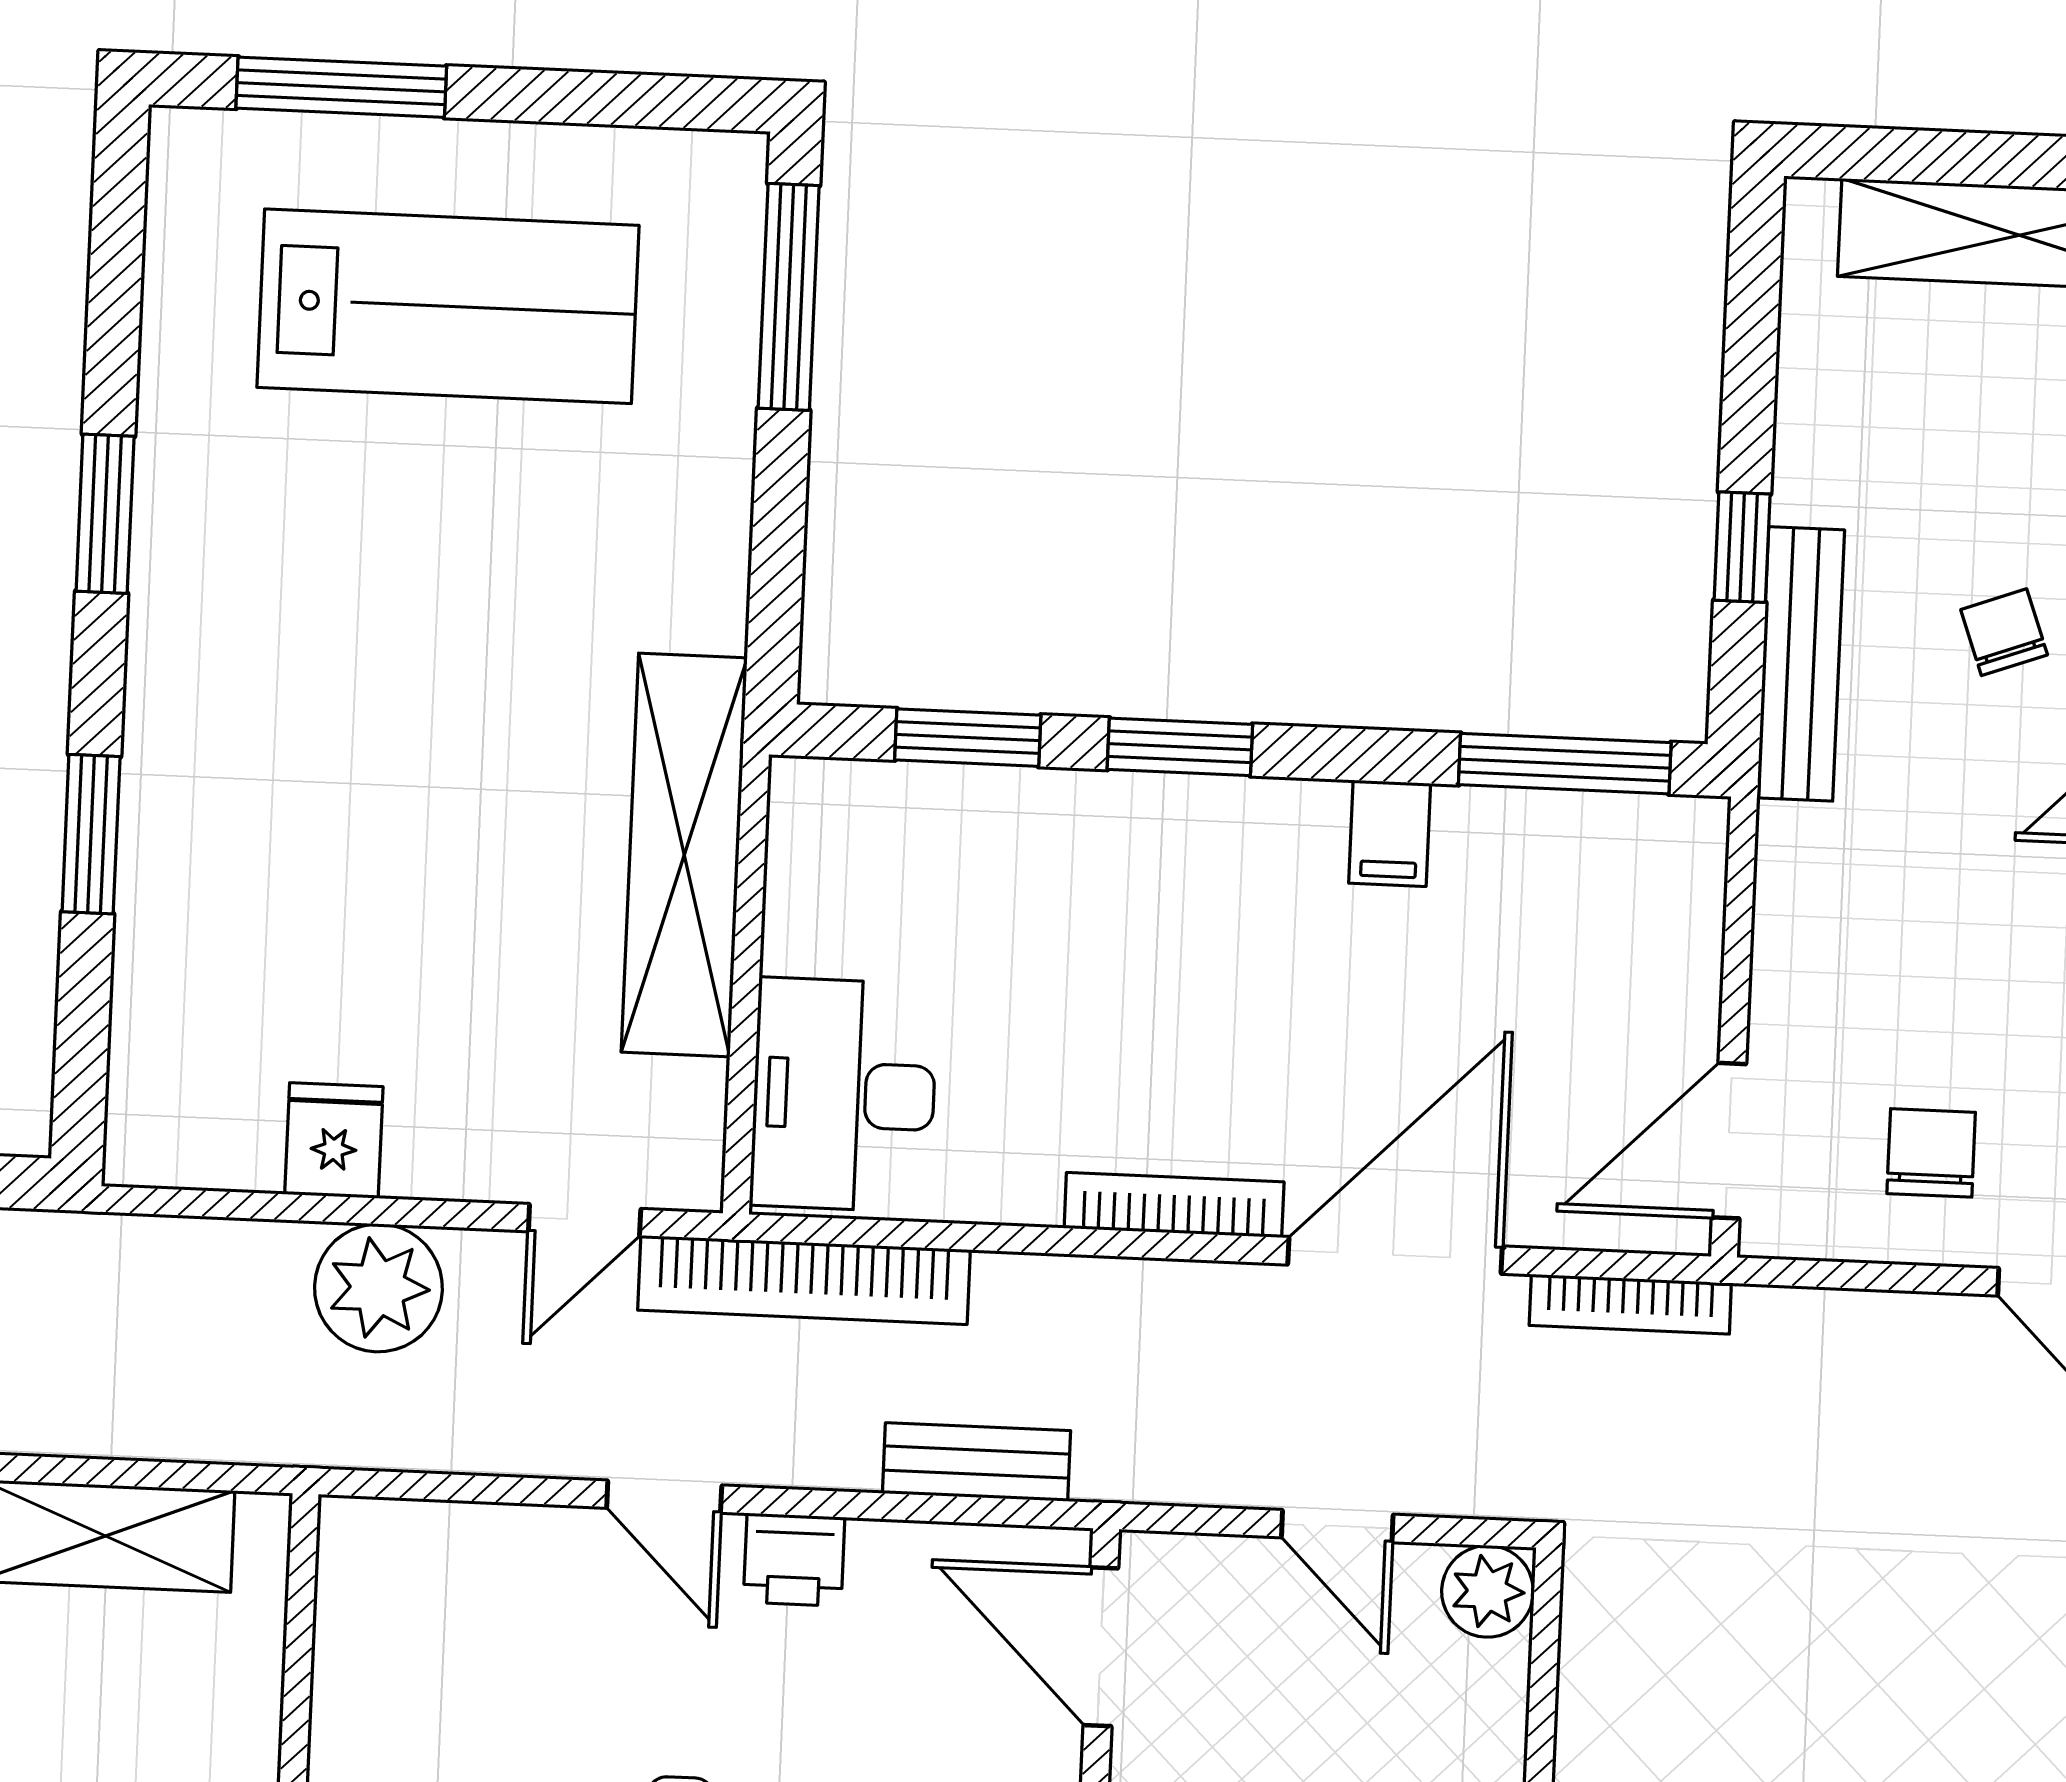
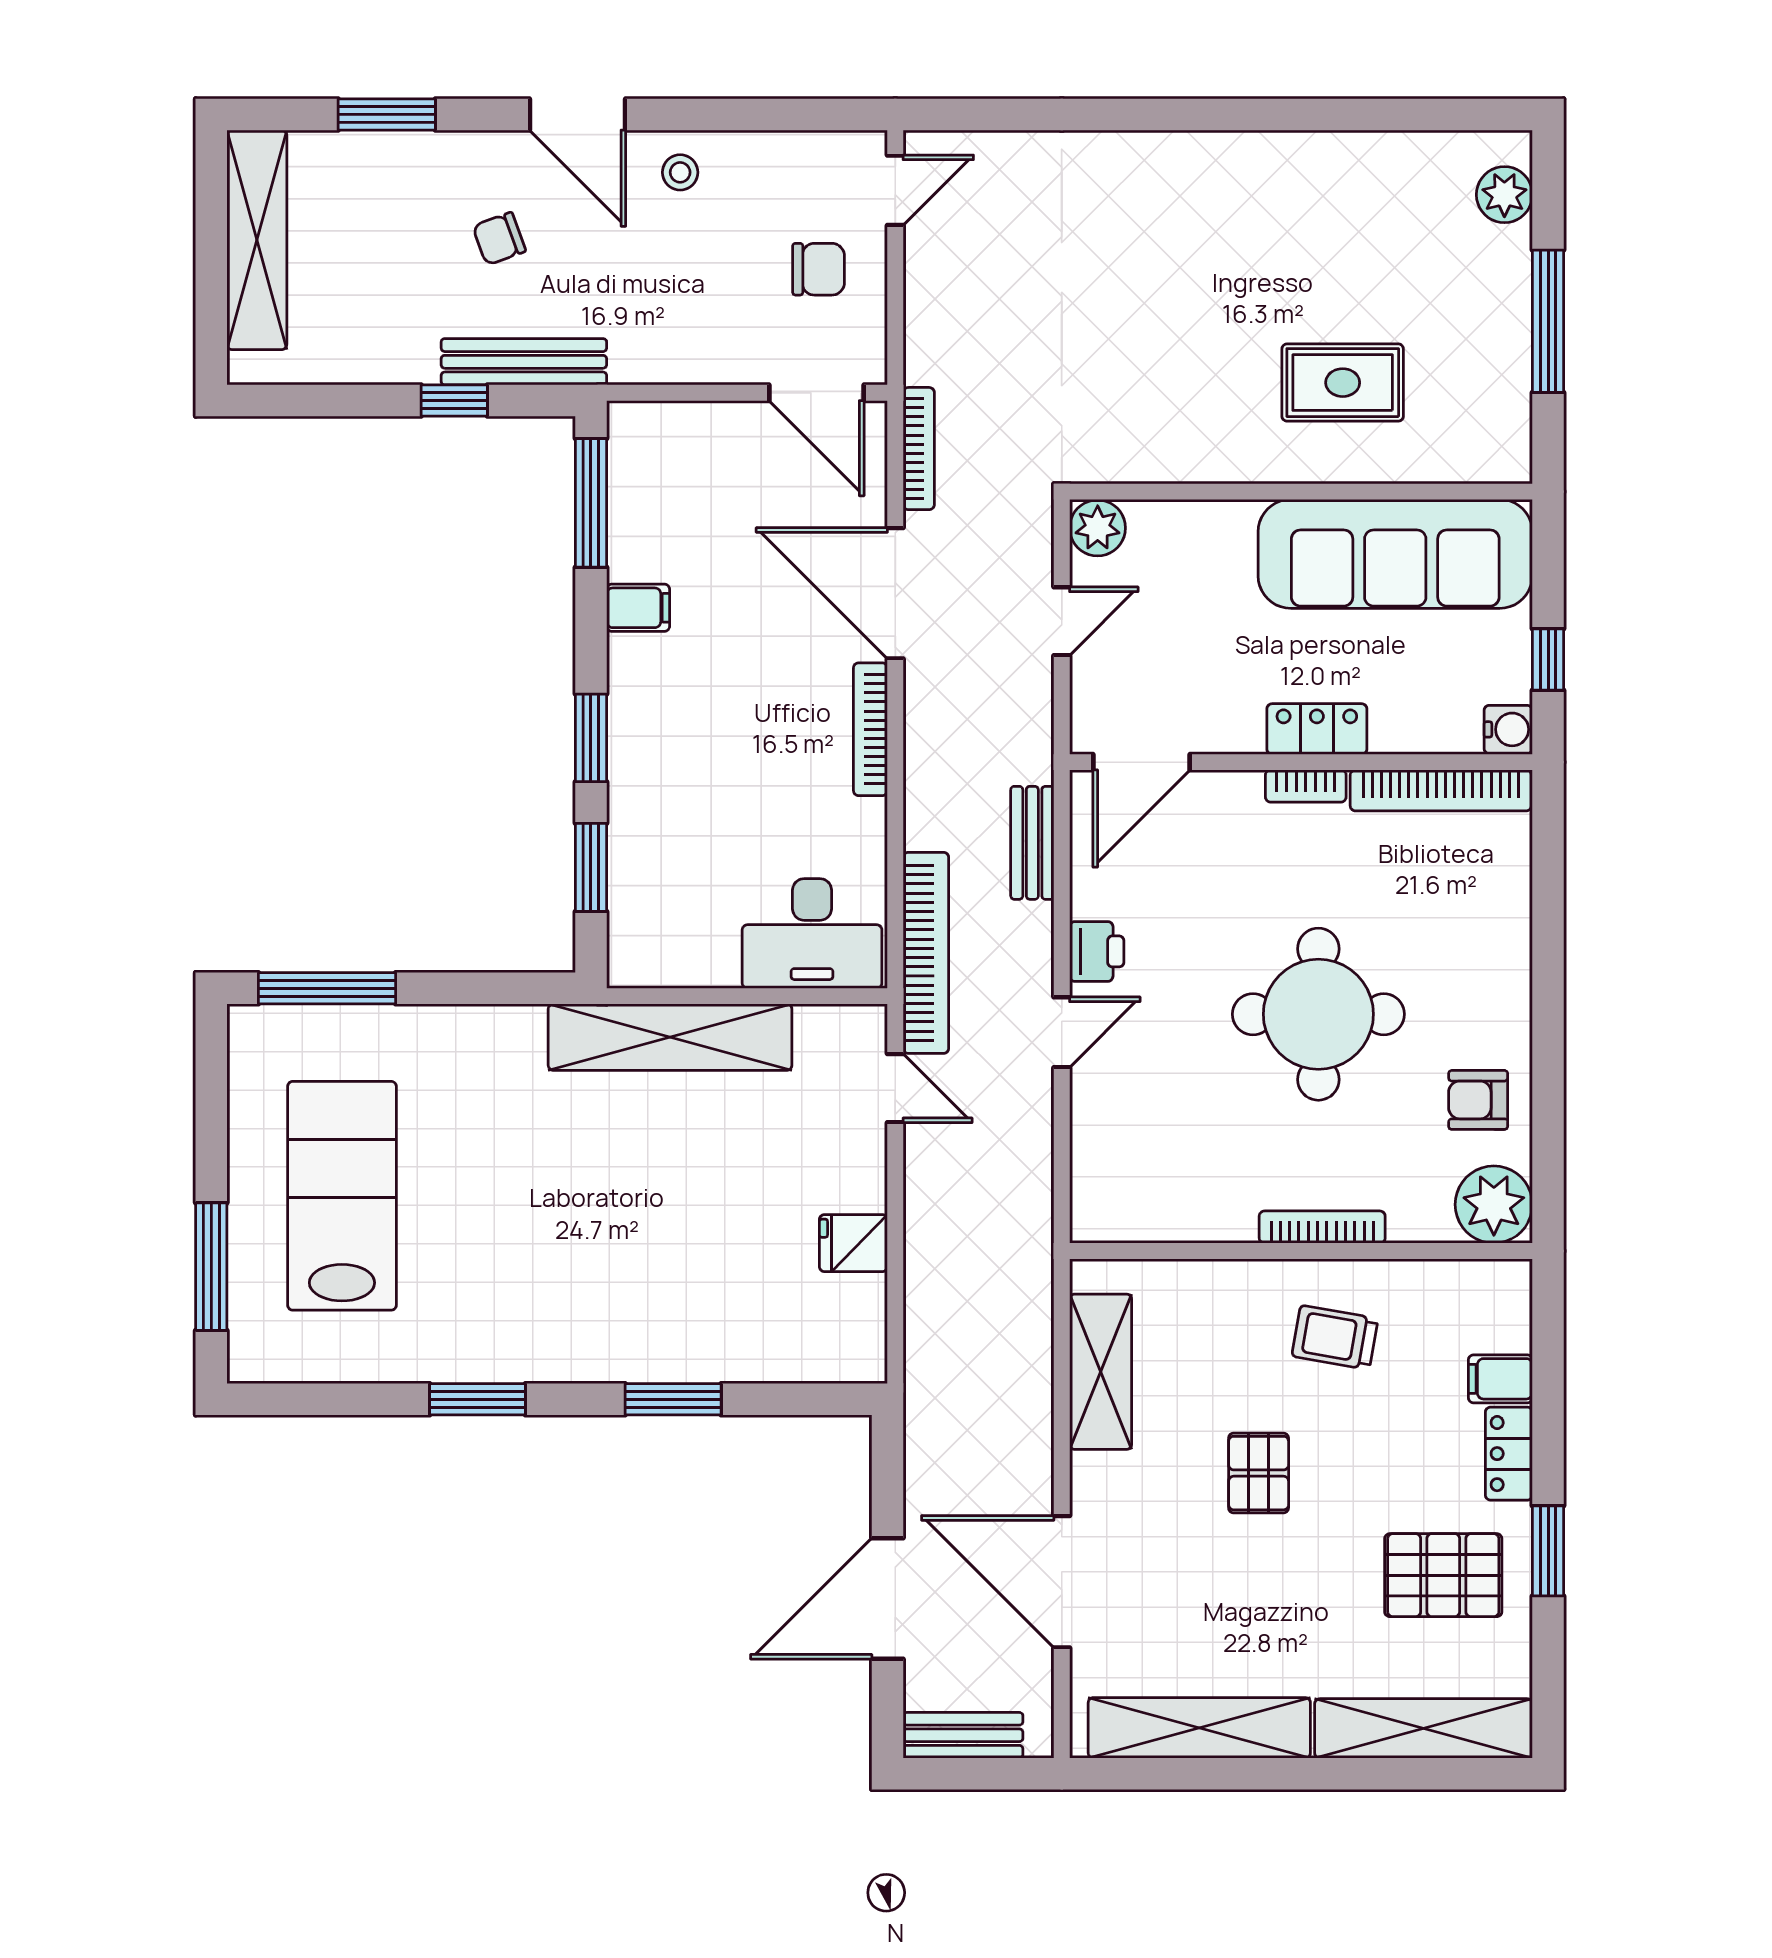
chair: (1931, 1153) -> (818, 269), turned 180
plant: (378, 1288) -> (942, 1212), removed

